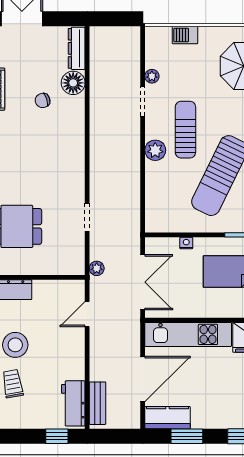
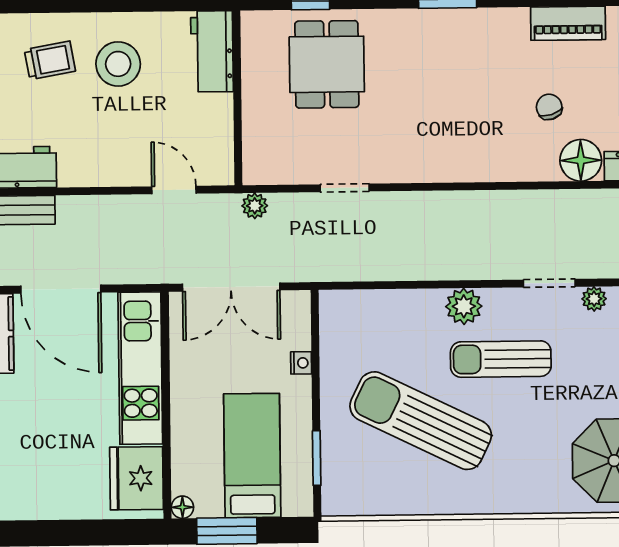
sun lounger: (185, 130) -> (501, 359), turned 180

